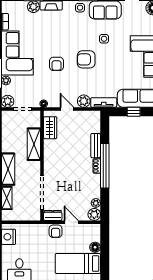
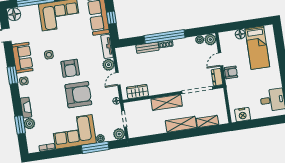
armchair: (57, 64) -> (78, 95), width x1.88, depth x1.88
shelving: (34, 144) -> (167, 102), moved

